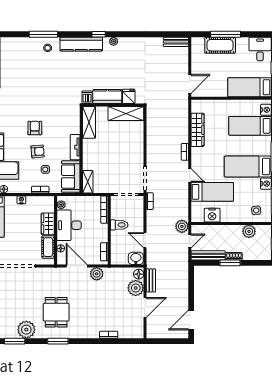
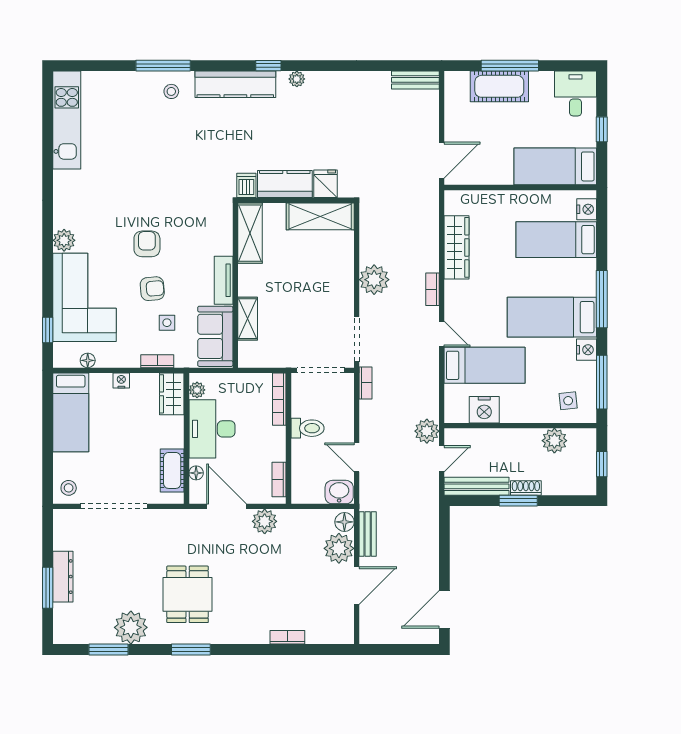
plant: (154, 147) -> (374, 280), added
shelving: (88, 182) -> (248, 319), moved
wardrobe: (48, 224) -> (172, 394), moved

